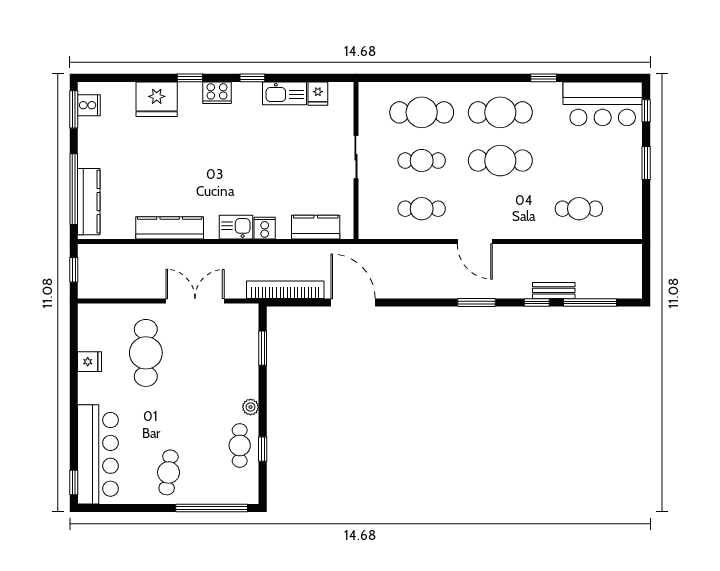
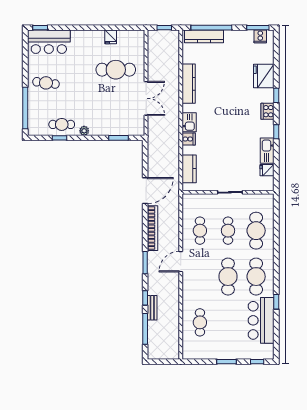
bar counter: (603, 104) -> (261, 320), moved
bookcase: (285, 290) -> (153, 228), moved
bar counter: (98, 454) -> (49, 42), width x0.73

